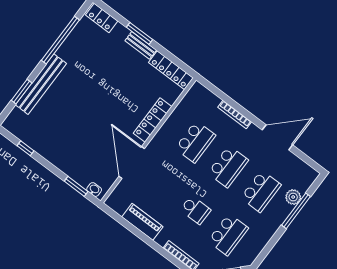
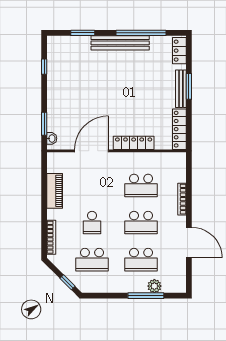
bench: (141, 45) -> (181, 89), width x1.36
bench: (41, 84) -> (120, 43), moved

